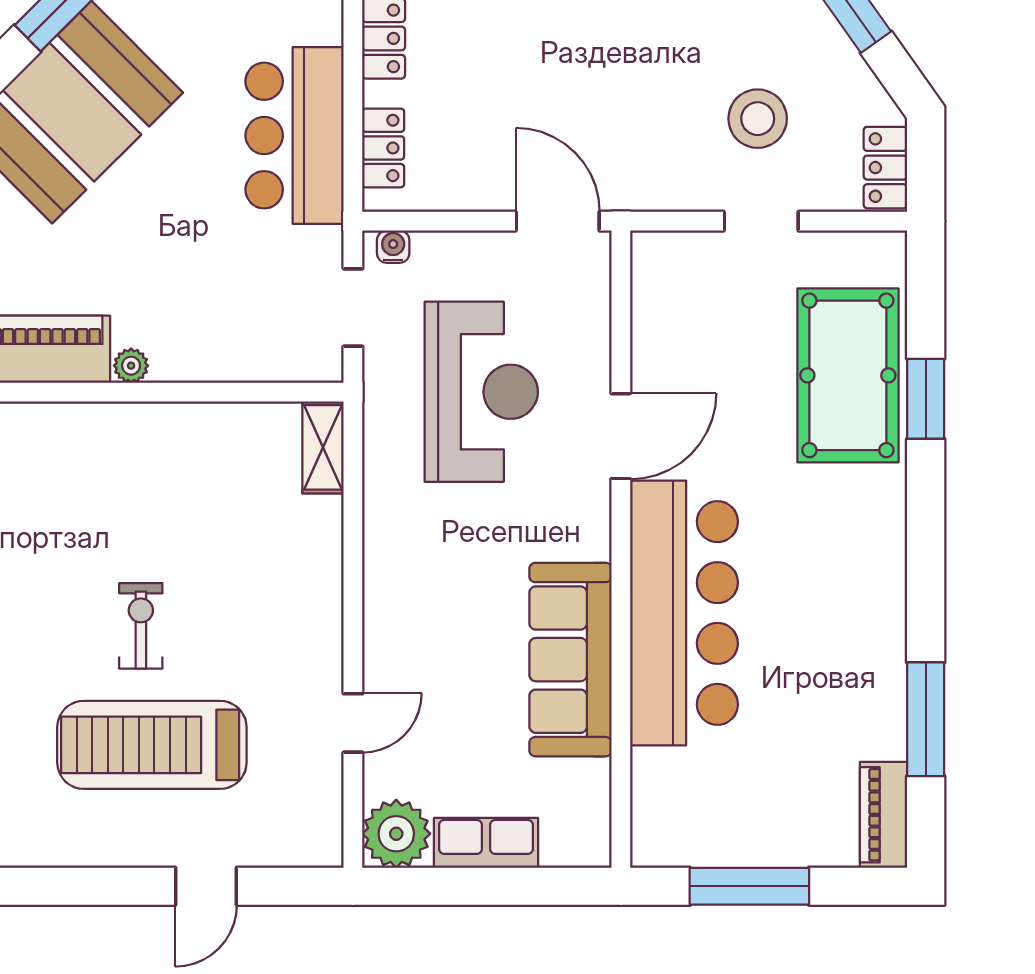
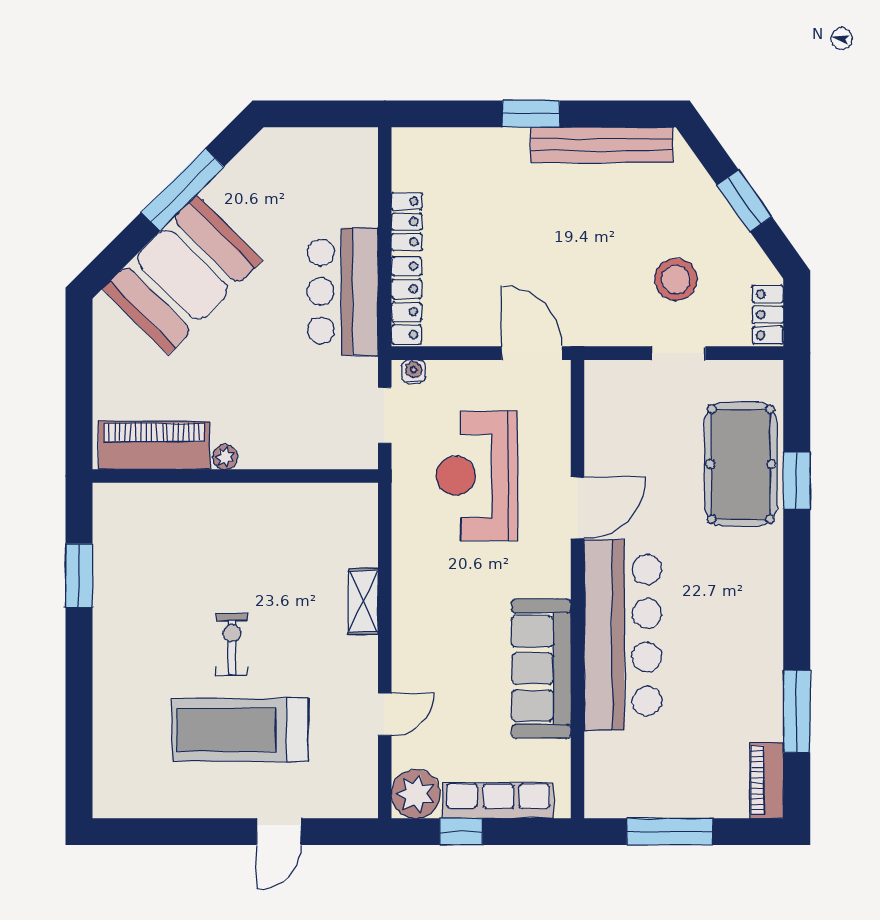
locker: (383, 148) -> (406, 300), width x1.53
reception desk: (481, 392) -> (477, 476), turned 180
shelving: (323, 447) -> (363, 601), moved
row of seats: (486, 843) -> (498, 800), width x1.48
window: (459, 886) -> (461, 832), added

